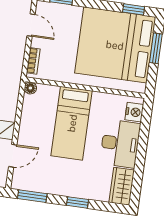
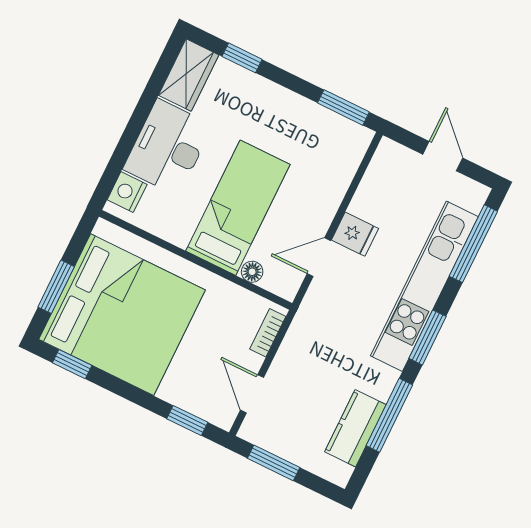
floor lamp: (30, 88) -> (252, 272), moved
door: (13, 156) -> (319, 257), moved
window: (77, 202) -> (242, 58), moved

